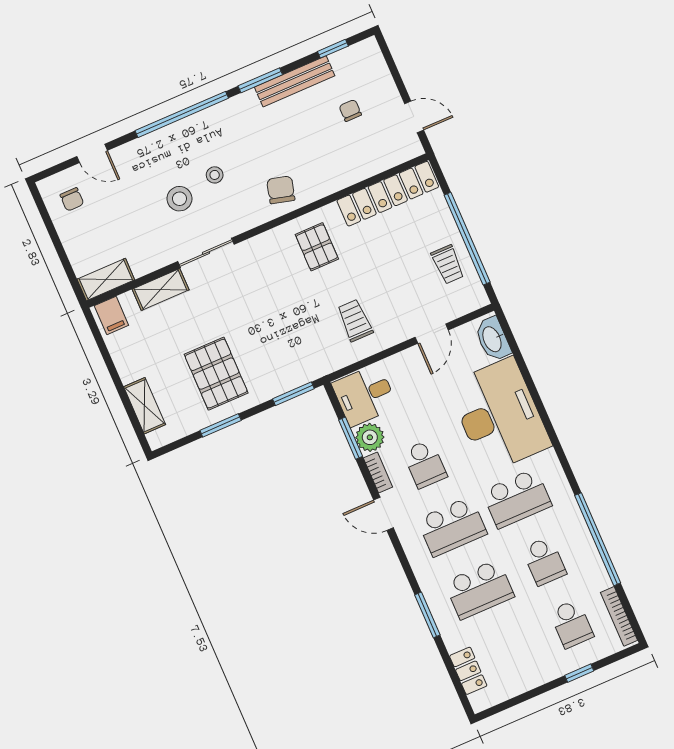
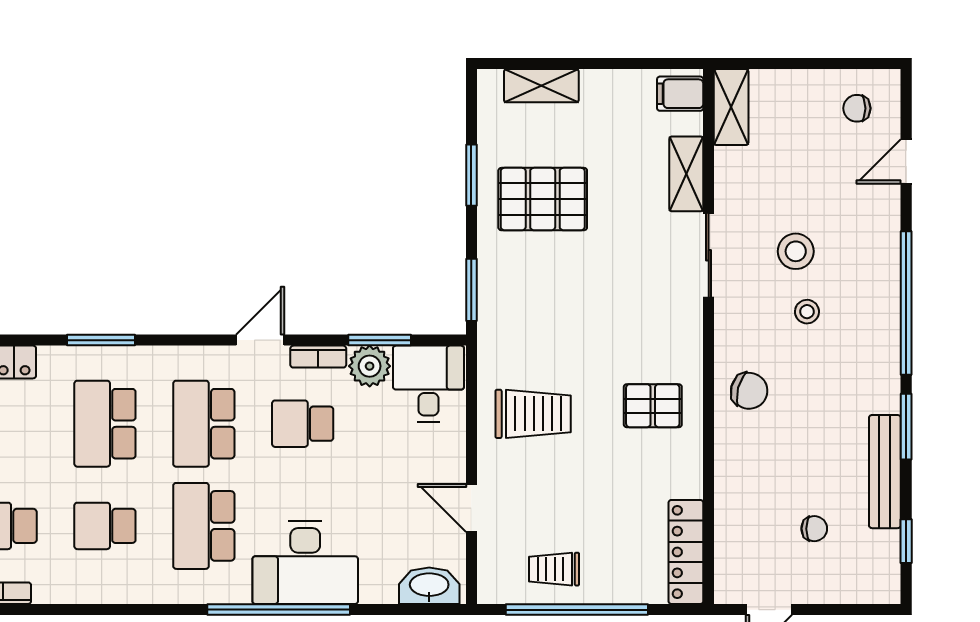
locker: (388, 194) -> (686, 552), width x0.71, depth x0.83
trolley: (355, 320) -> (533, 414), width x1.36, depth x1.39
desk: (499, 415) -> (305, 563), width x0.73, depth x0.77
window: (598, 539) -> (279, 610), moved

